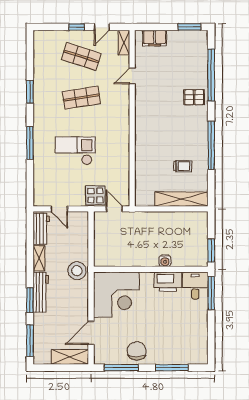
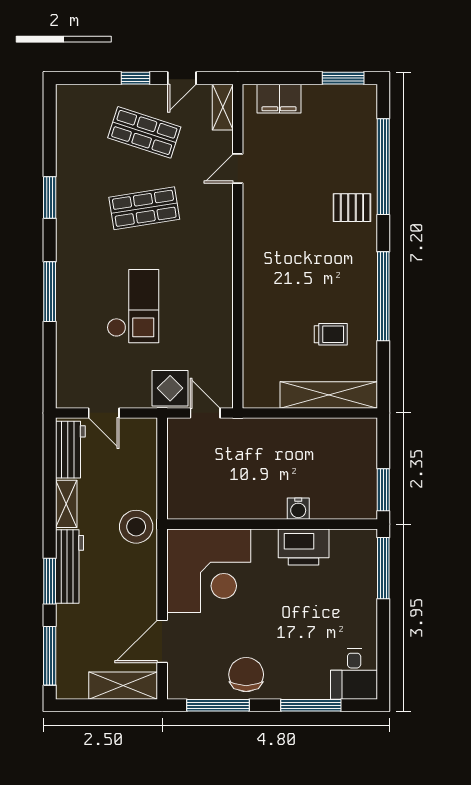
checkout: (75, 151) -> (133, 306), turned 90
desk: (195, 286) -> (354, 674), moved, turned 180

